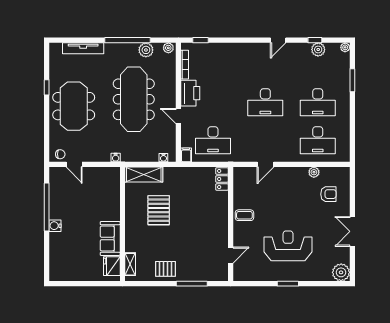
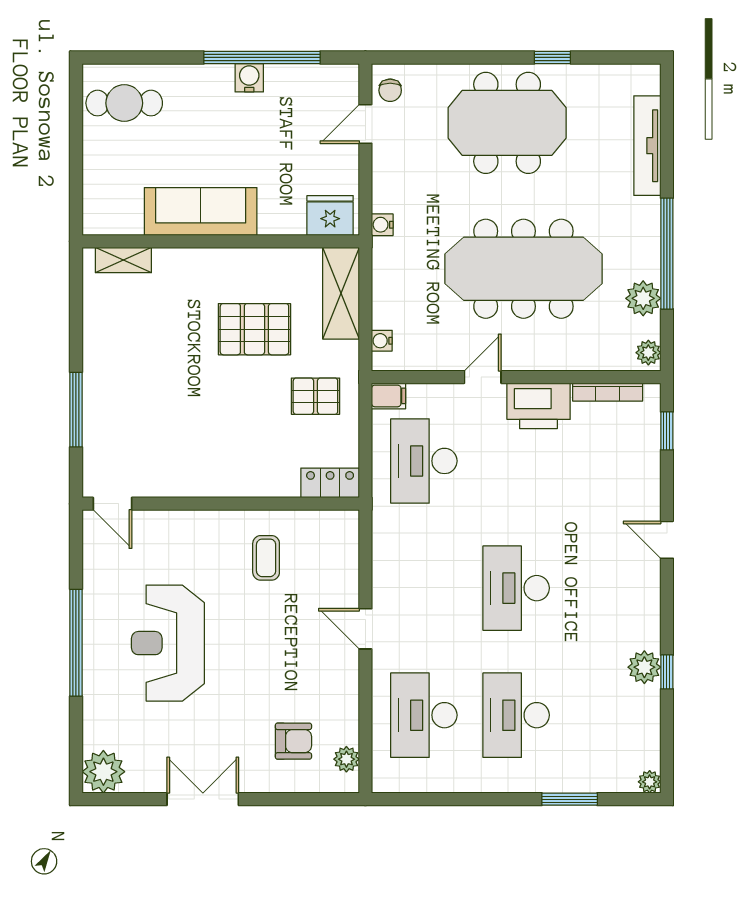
door: (278, 40) -> (667, 540), moved
window: (315, 40) -> (667, 672), moved
plant: (318, 49) -> (644, 667), moved
door: (265, 164) -> (365, 629), moved
plant: (314, 172) -> (346, 759), moved
armchair: (328, 194) -> (293, 741), turned -90
coffee table: (244, 215) -> (266, 558), moved
water cooler: (55, 226) -> (249, 78), moved
sofa: (110, 238) -> (201, 211), width x1.36
reception desk: (288, 246) -> (168, 643), turned 180
door: (231, 255) -> (112, 504), moved
cafe table: (65, 264) -> (124, 103), added
fridge: (112, 266) -> (330, 215), moved
pallet: (165, 269) -> (315, 396), moved, turned 90
window: (288, 284) -> (76, 643), width x2.11

